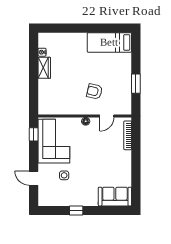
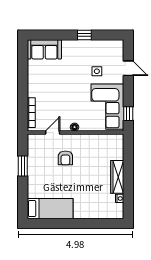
wardrobe: (44, 68) -> (117, 177), width x1.50
armchair: (94, 91) -> (65, 158), turned 77

